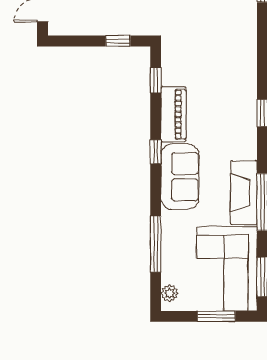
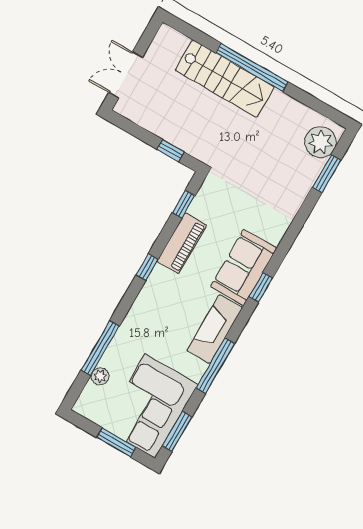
sofa: (180, 177) -> (244, 267), moved, turned 180
fireplace: (244, 193) -> (215, 329), moved
plant: (170, 293) -> (100, 376), moved

